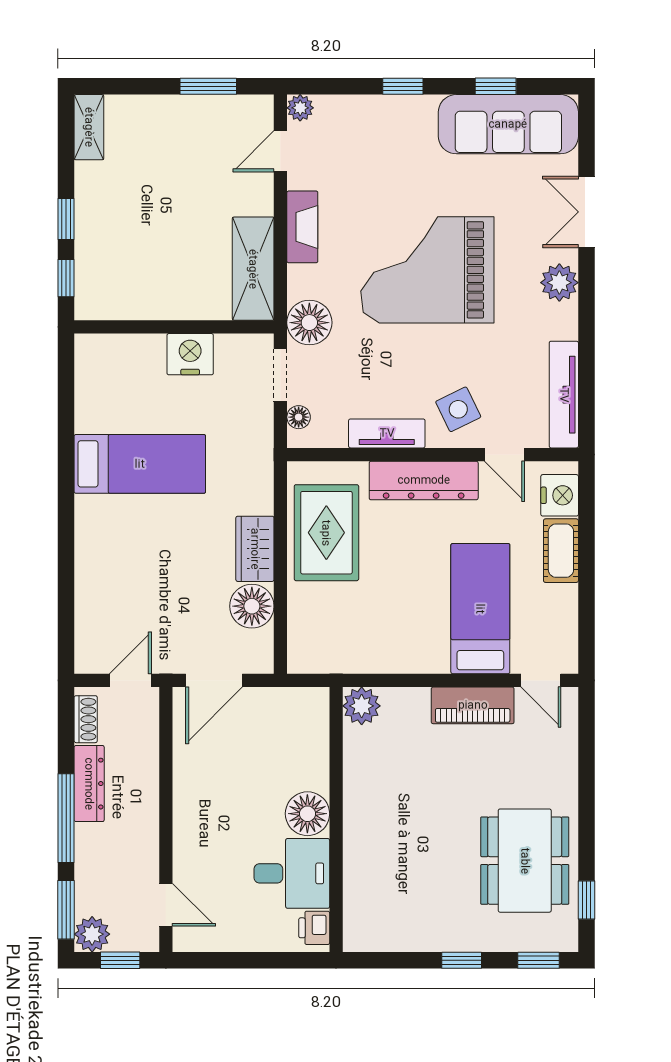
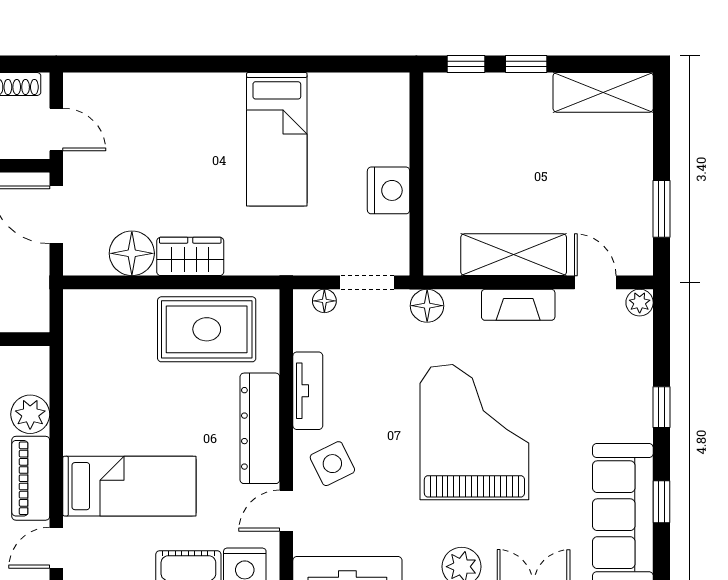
shelving: (89, 127) -> (603, 92), width x1.50, depth x1.33
shelving: (253, 269) -> (514, 255), moved
floor lamp: (309, 323) -> (427, 306), width x0.73, depth x0.73
plant: (362, 706) -> (30, 414), moved

